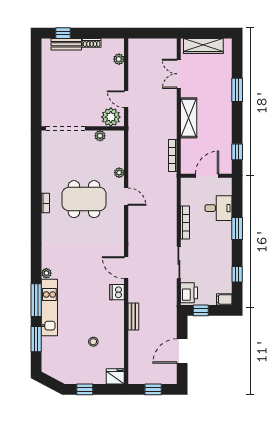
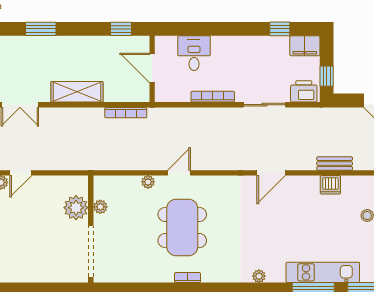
door: (126, 99) -> (21, 173), moved
plant: (111, 117) -> (76, 208), moved
window: (237, 229) -> (220, 29), removed
plant: (46, 273) -> (259, 276), moved
dishwasher: (117, 292) -> (330, 185), moved
filing cabinet: (224, 299) -> (305, 46), width x2.00

